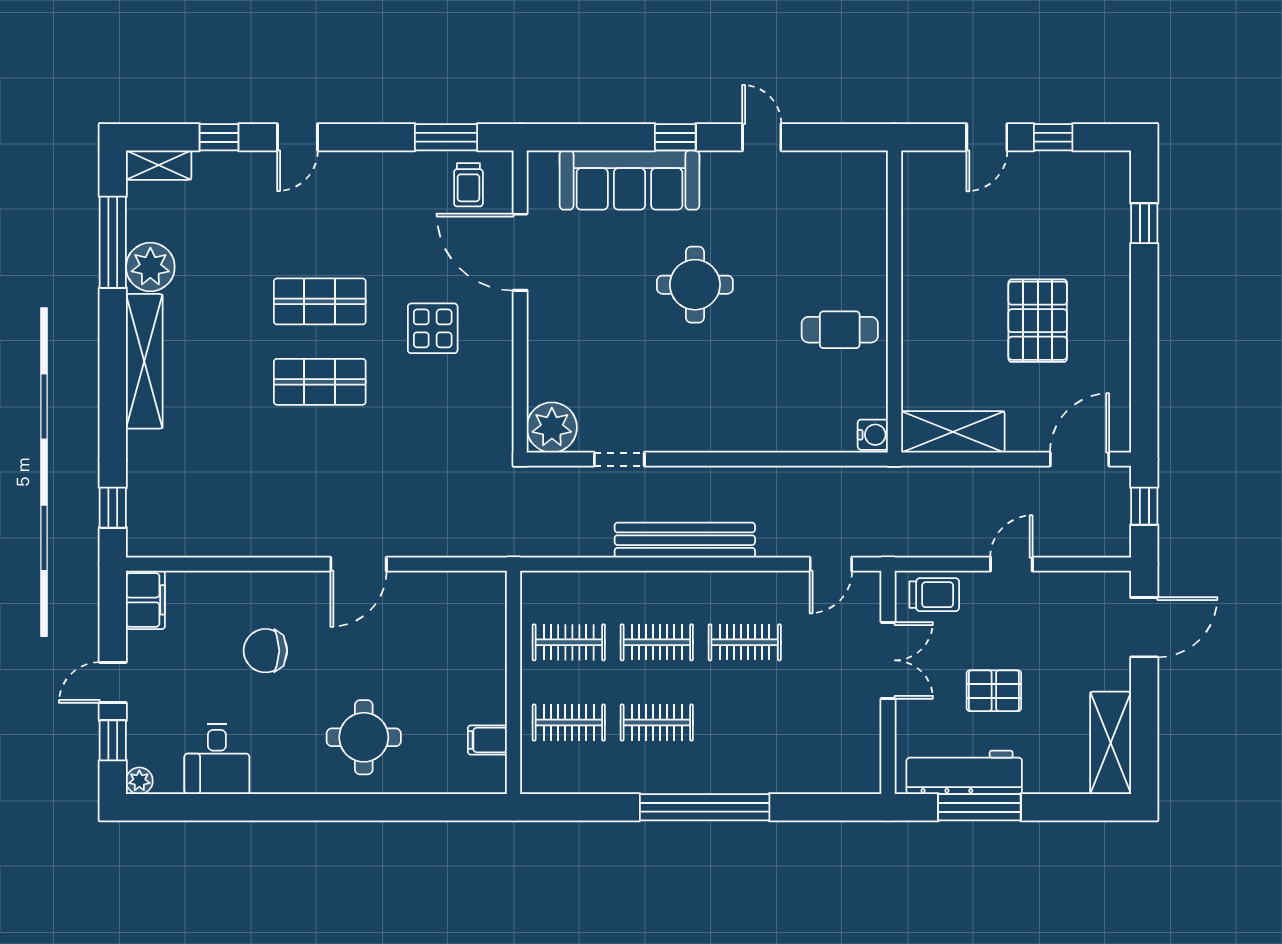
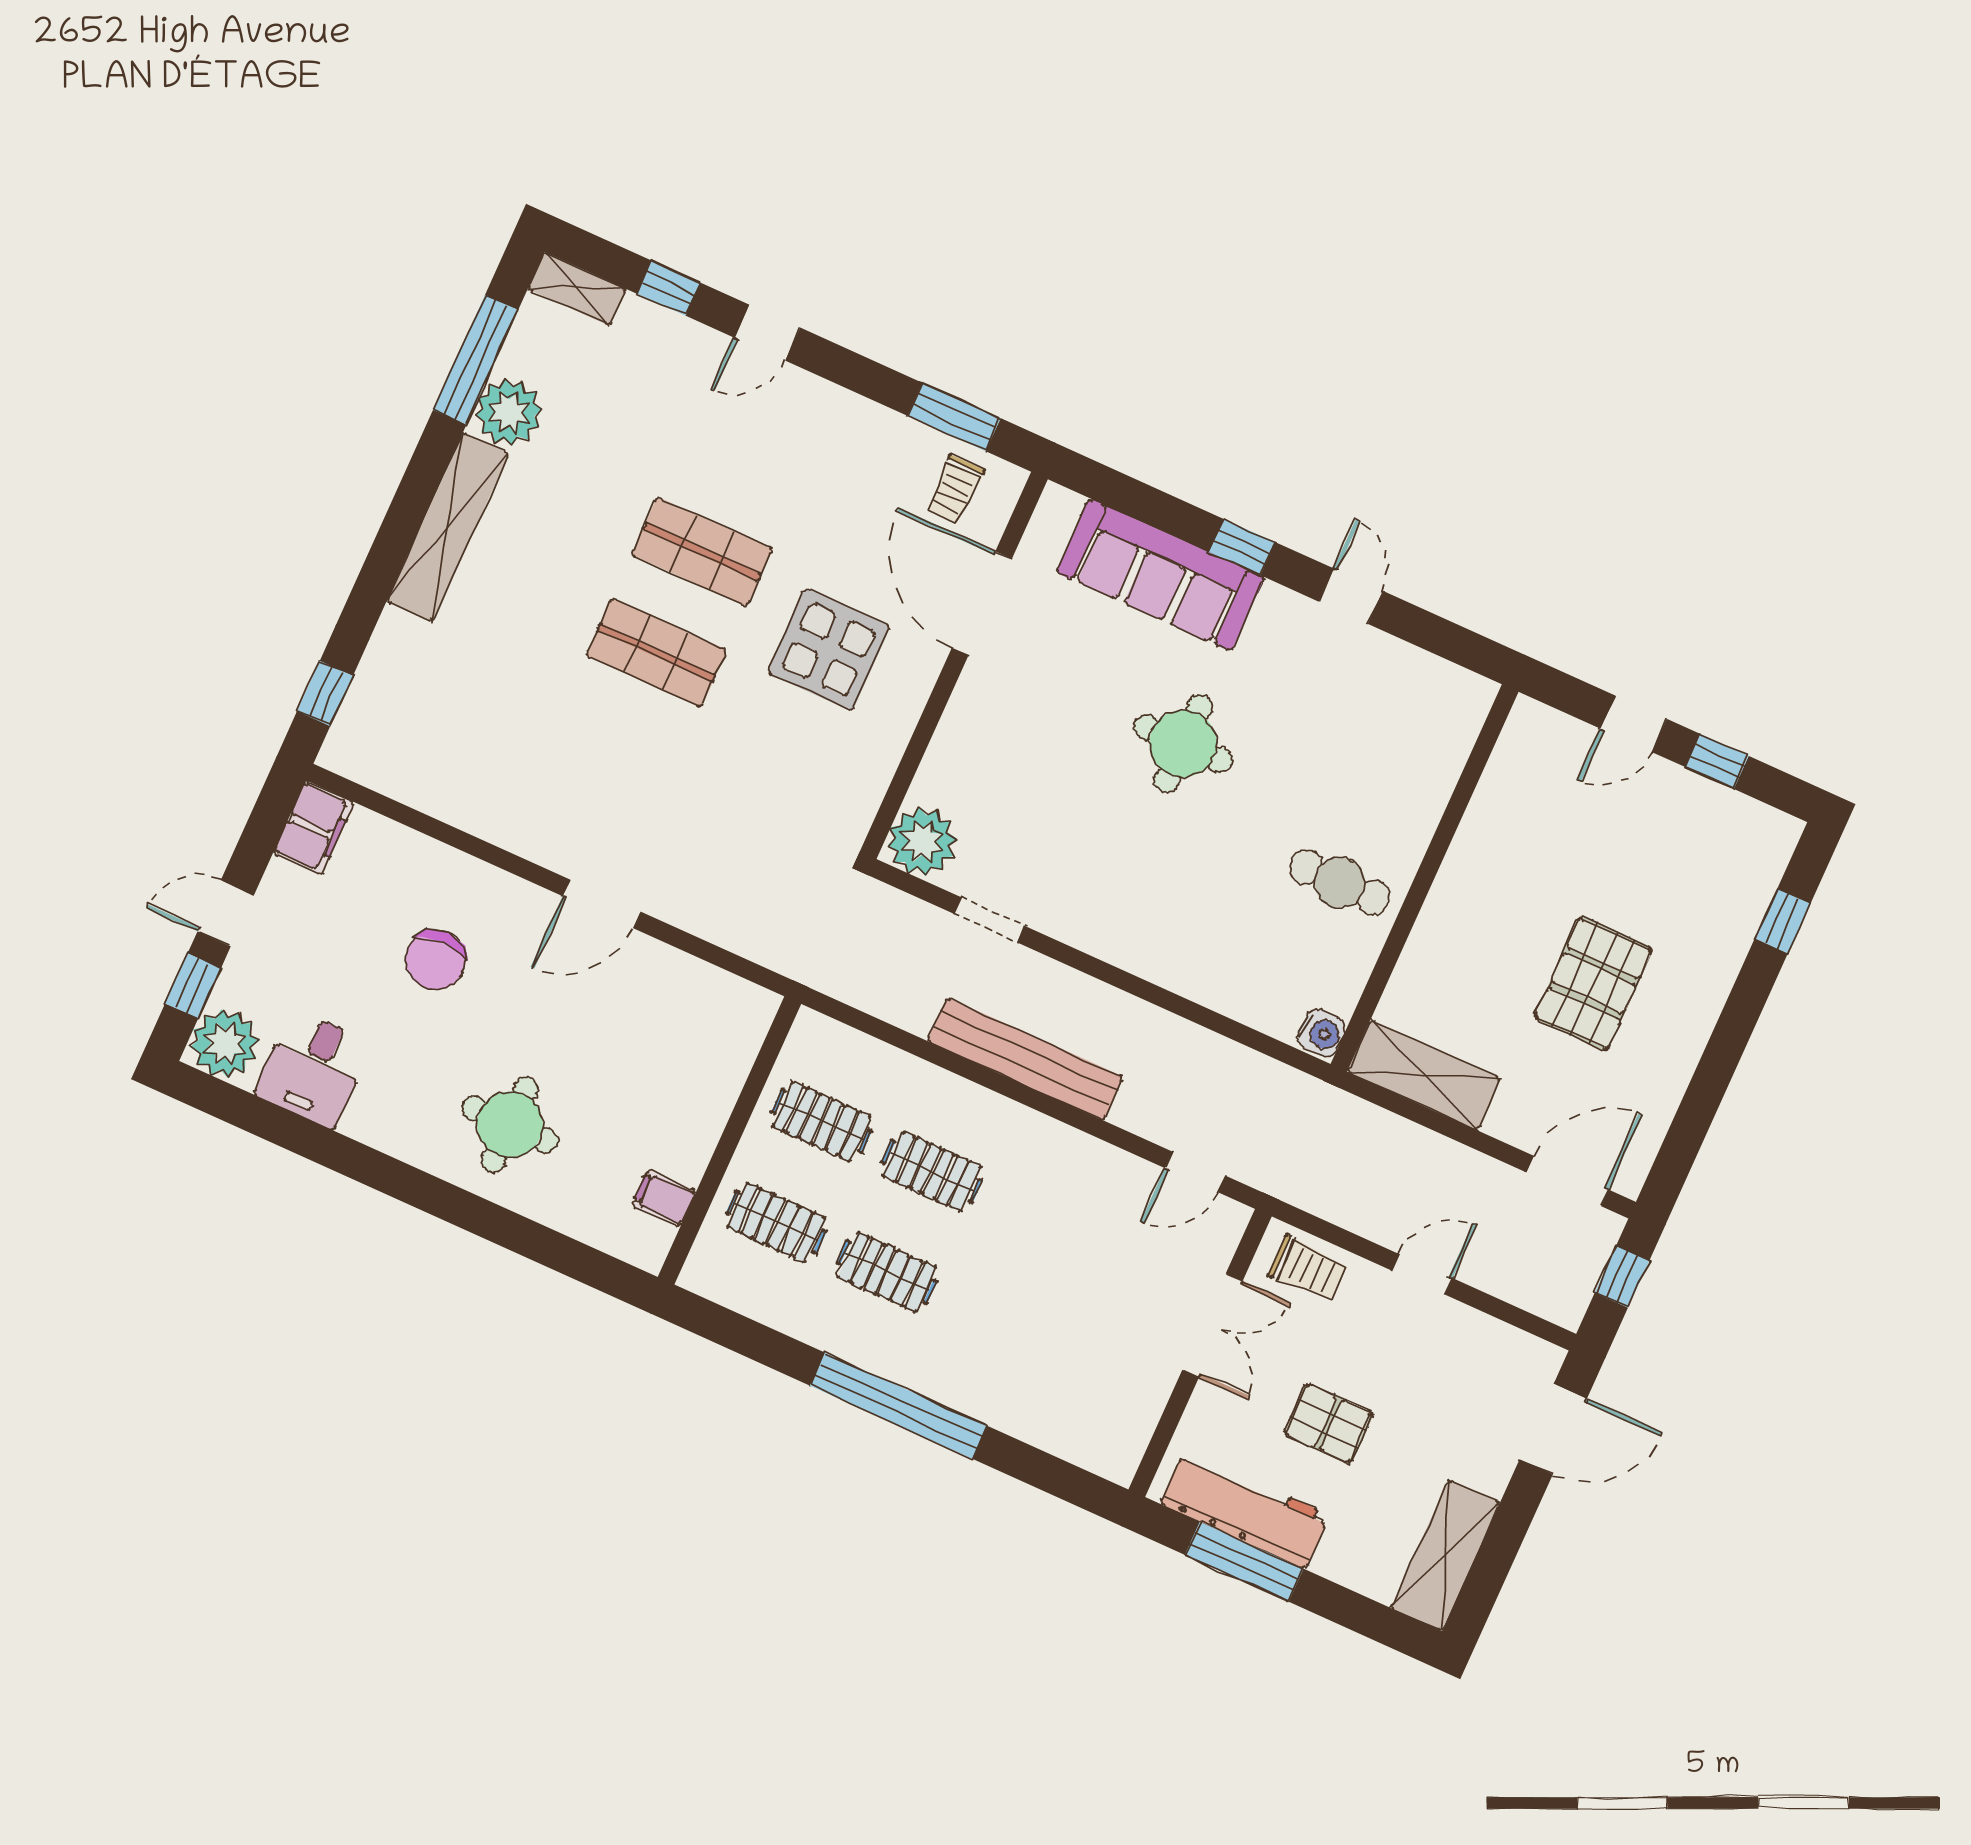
display table: (433, 328) -> (829, 650), width x1.36, depth x1.36
clothes rail: (745, 642) -> (1043, 1221), removed
chair: (265, 651) -> (436, 960), turned -90
plant: (139, 781) -> (225, 1044), width x1.88, depth x1.88

